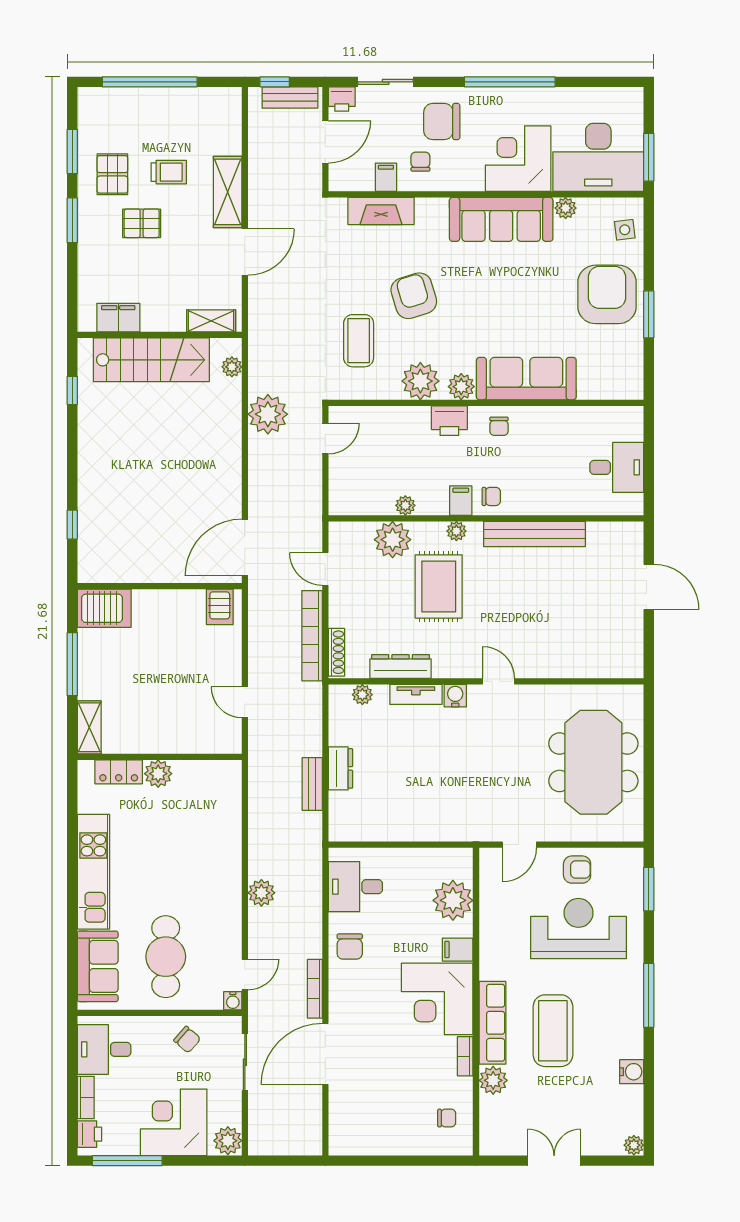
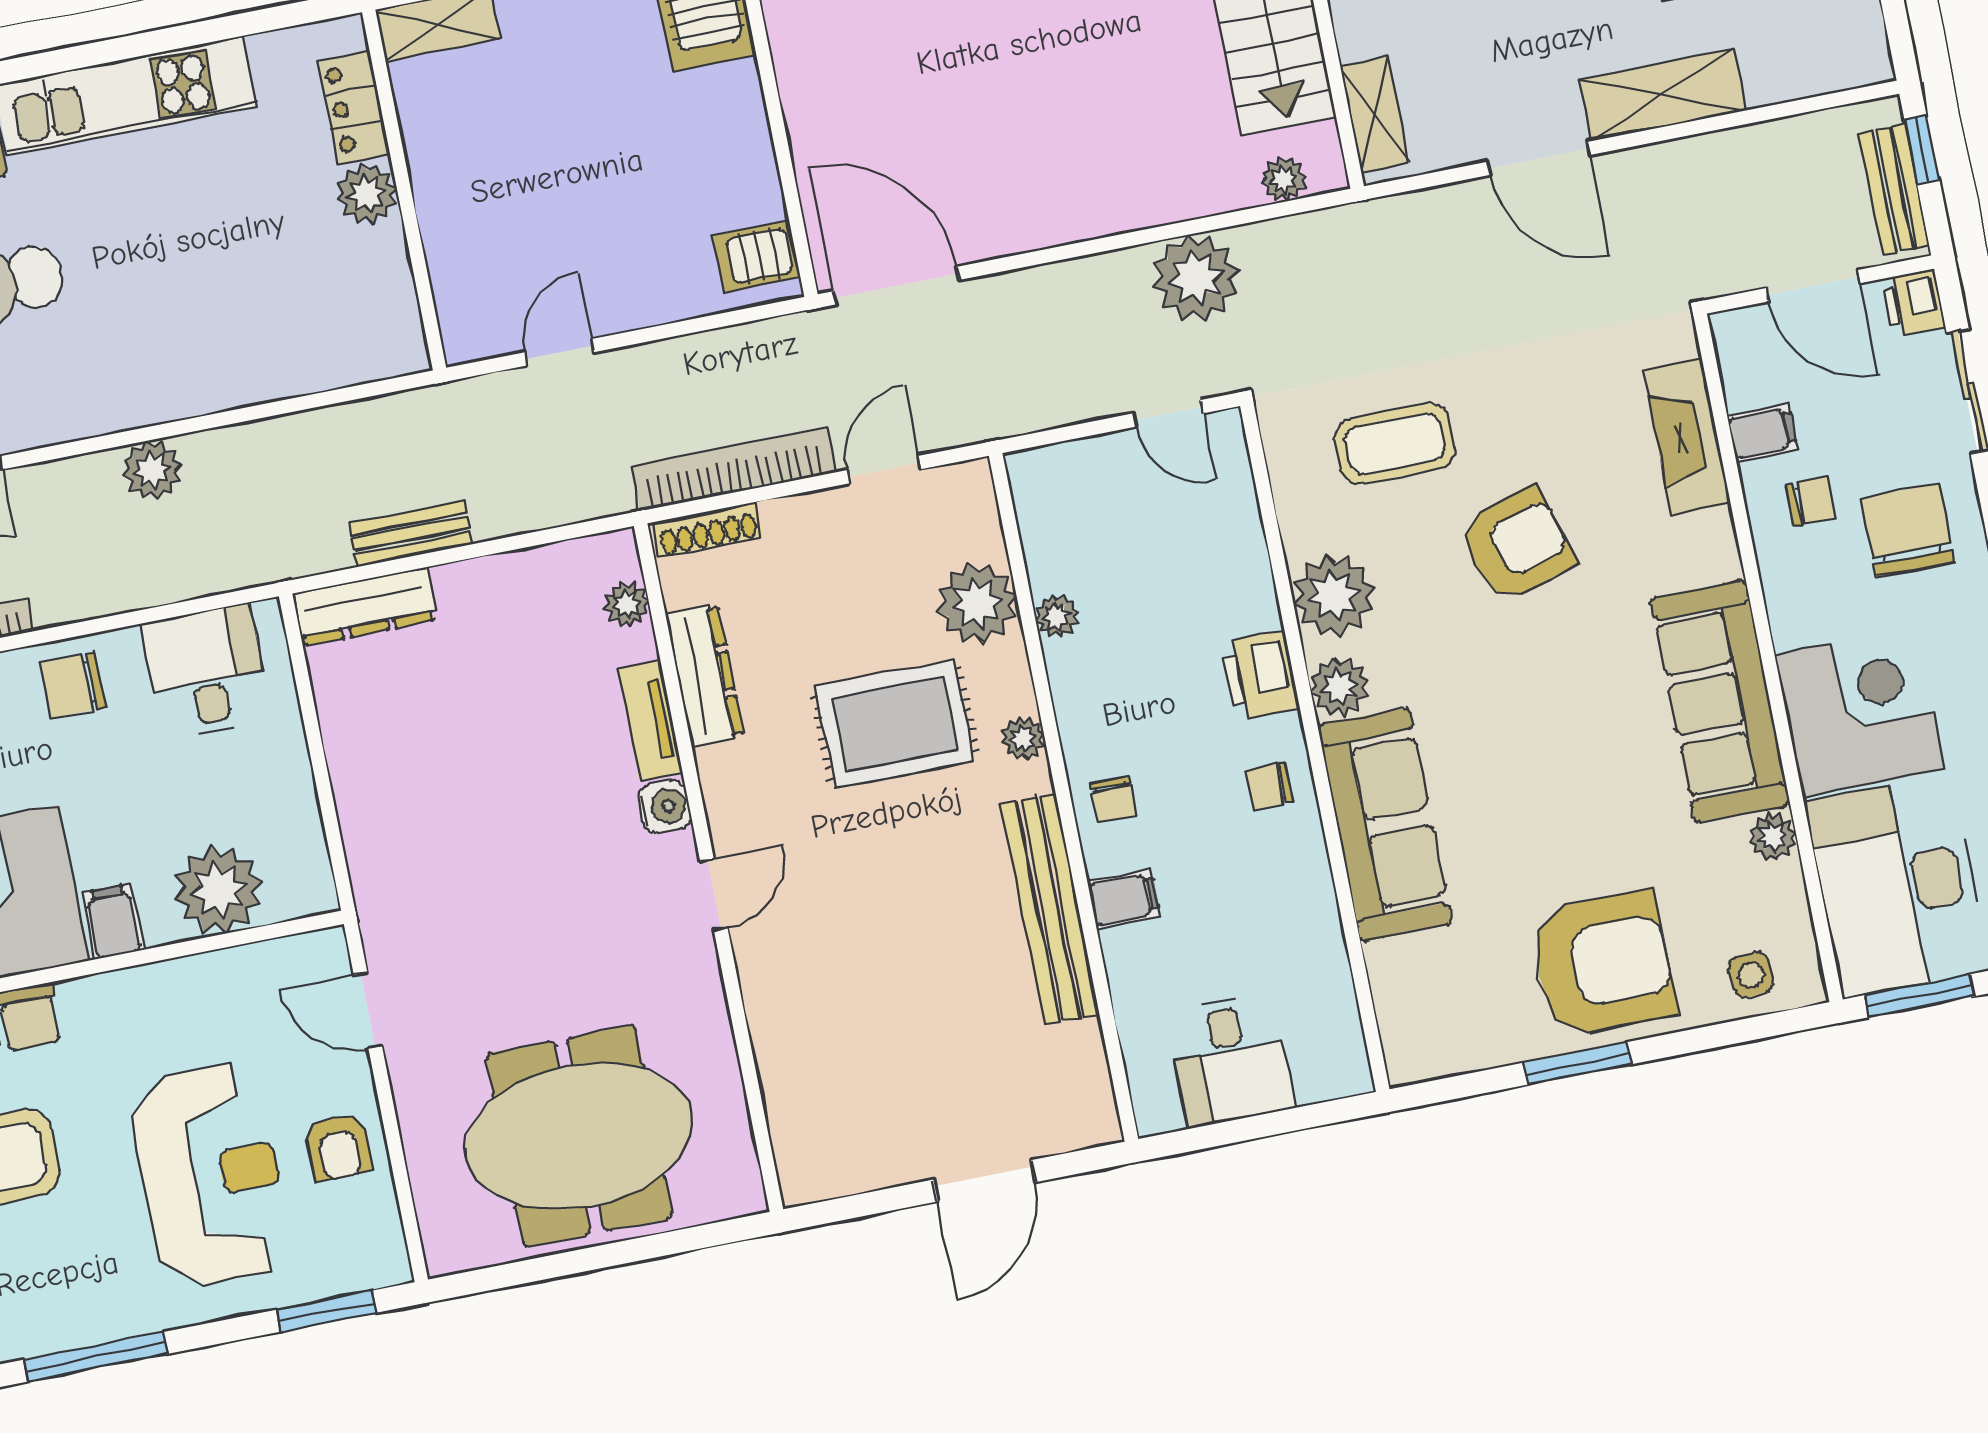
filing cabinet: (461, 501) -> (1124, 899), moved
dresser: (340, 768) -> (365, 607), moved, width x1.44

